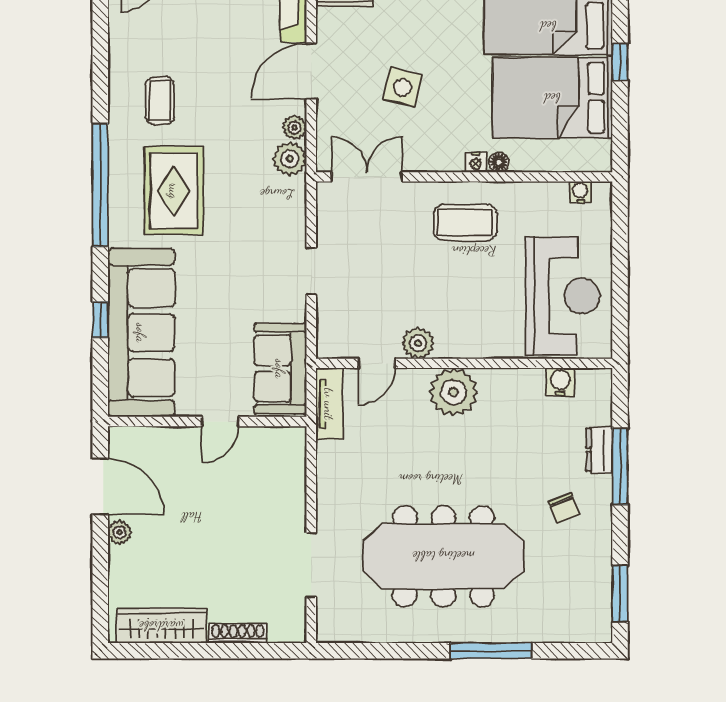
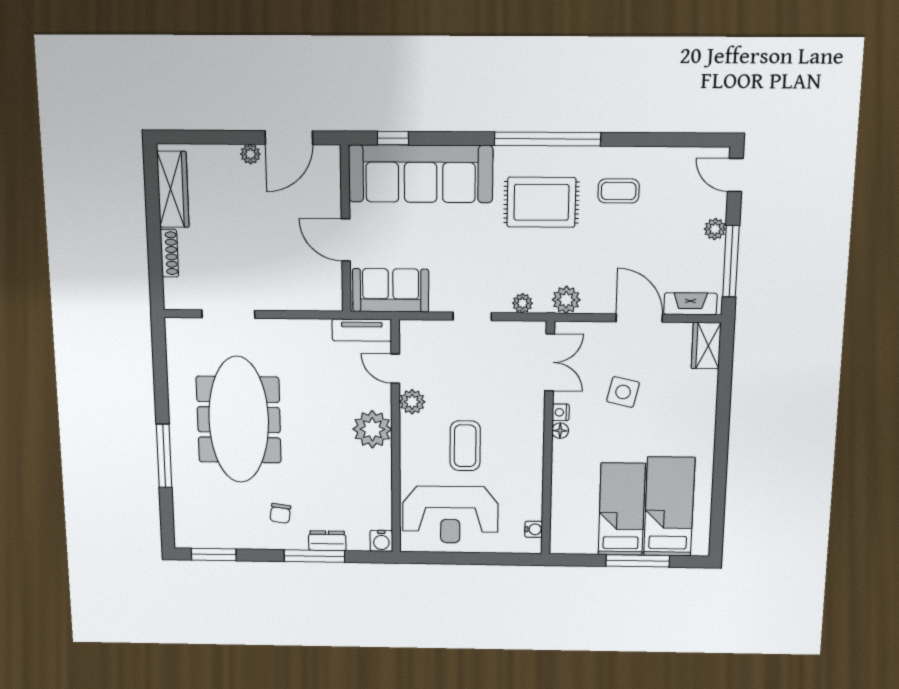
window: (620, 62) -> (638, 561), width x2.17
bed: (552, 98) -> (622, 509), width x0.67
plant: (295, 128) -> (522, 303), moved
nightstand: (476, 162) -> (561, 412), moved
floor lamp: (499, 162) -> (560, 431), moved
coffee table: (465, 223) -> (465, 446), moved
window: (100, 320) -> (393, 138), moved
water cooler: (560, 382) -> (381, 541), moved, turned 90
door: (220, 421) -> (346, 240), width x1.38
chair: (564, 508) -> (280, 513), turned -60

